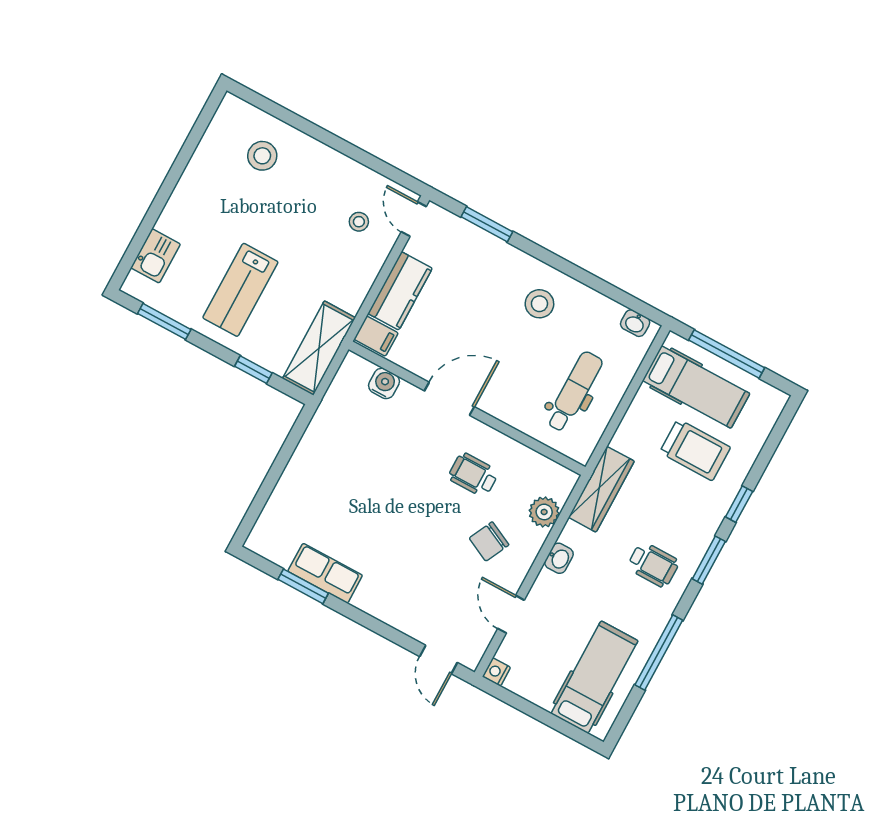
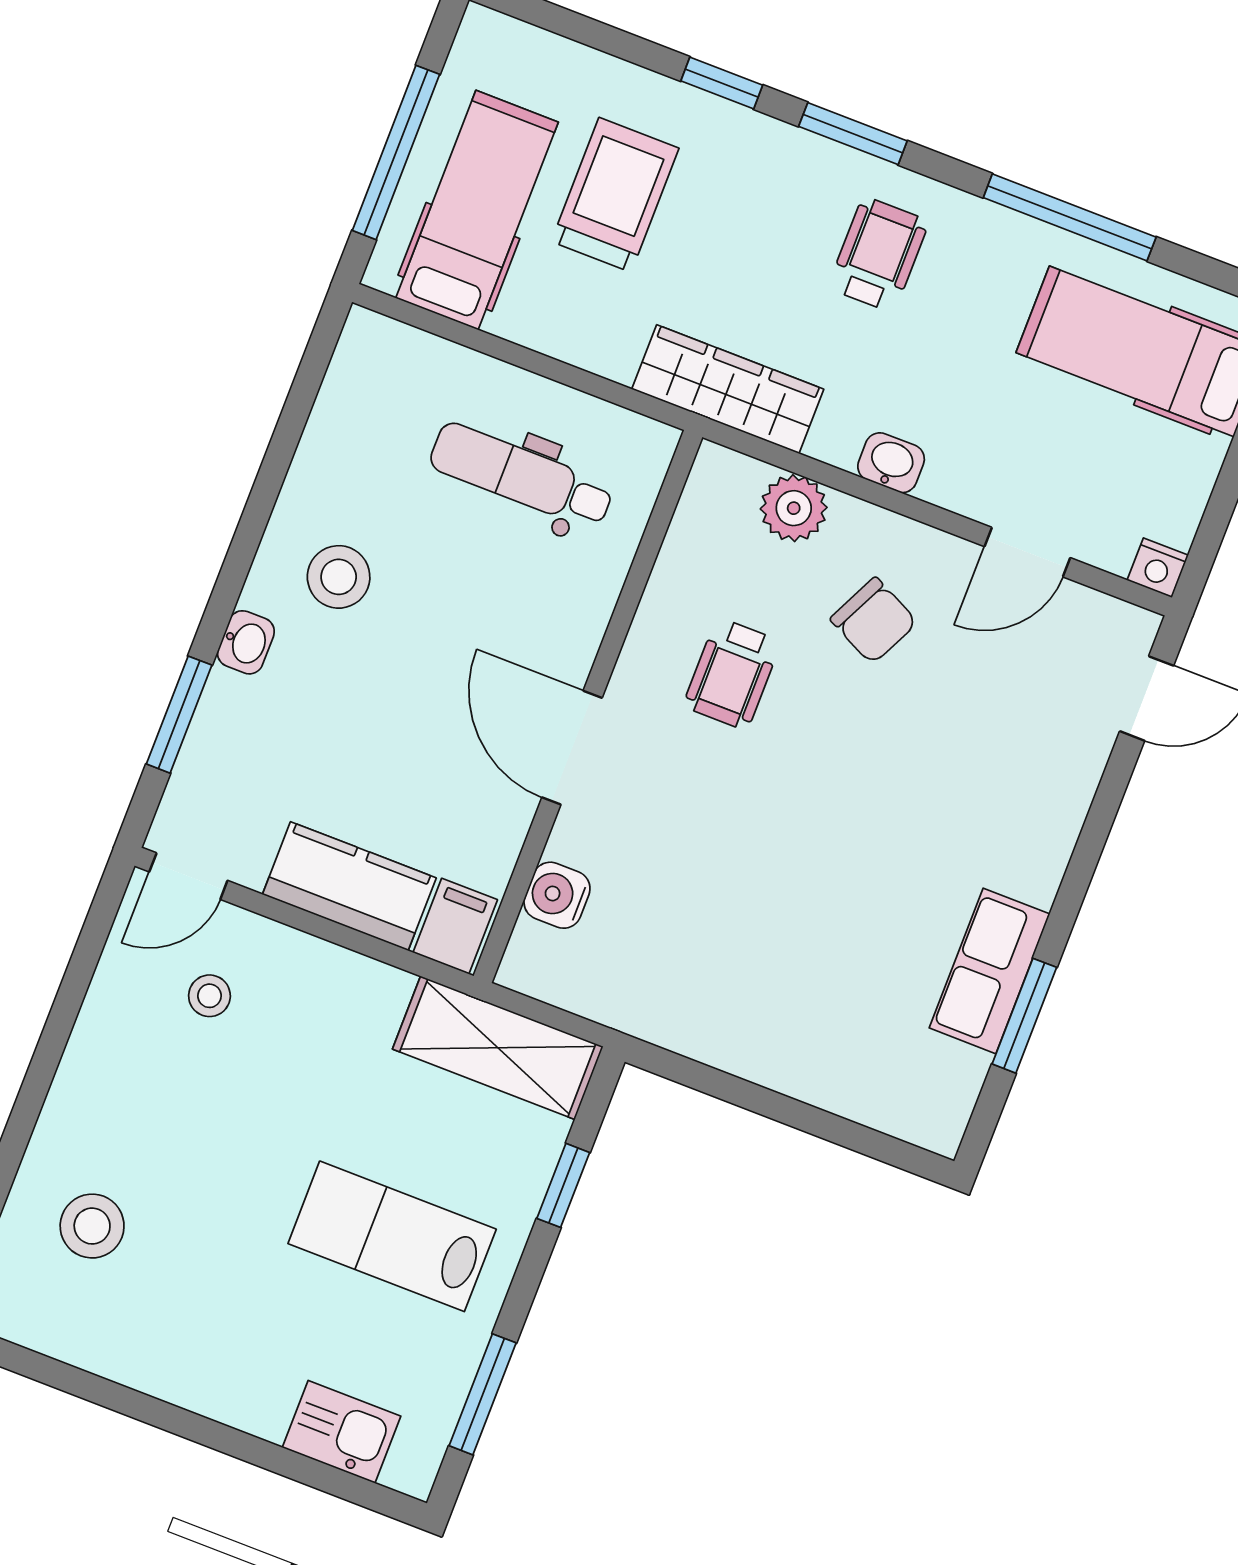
lab bench: (240, 290) -> (392, 1236), turned 180
washbasin: (635, 323) -> (246, 642), moved

